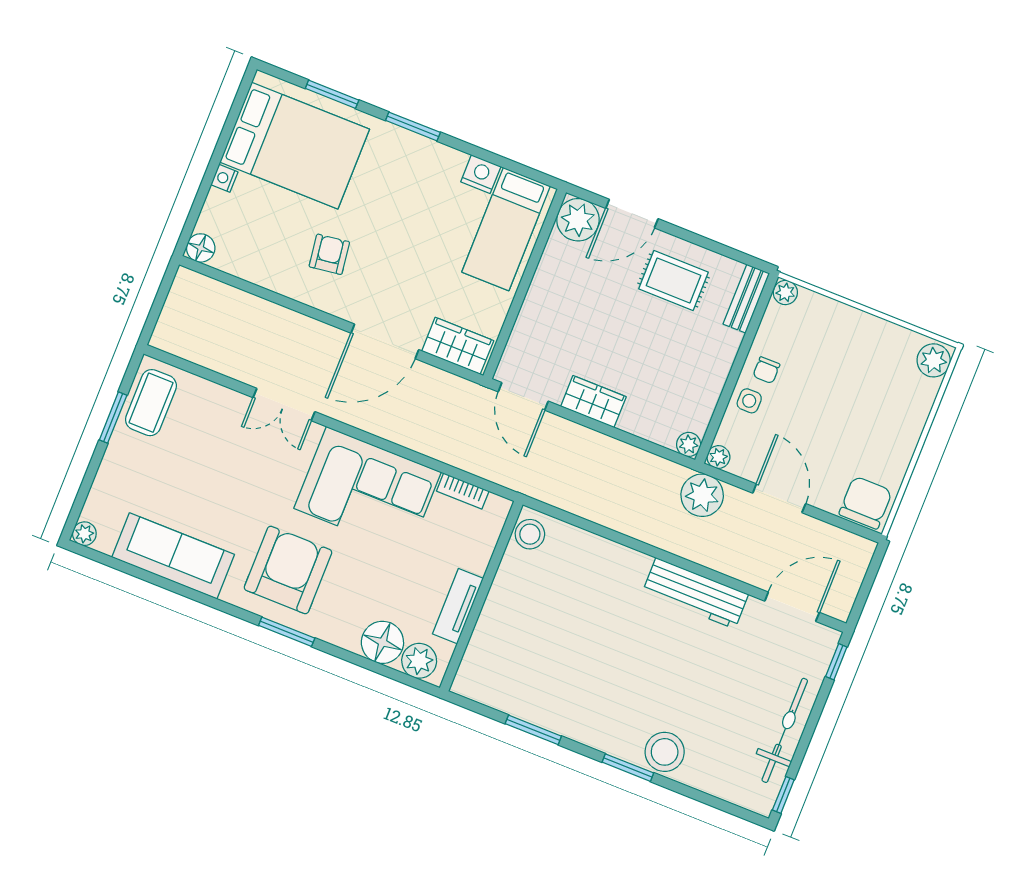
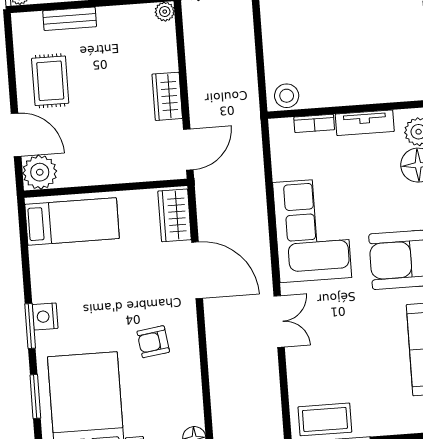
nightstand: (481, 174) -> (45, 316), moved
bench: (746, 299) -> (70, 19), moved
bookcase: (463, 491) -> (314, 123), moved, turned 90

